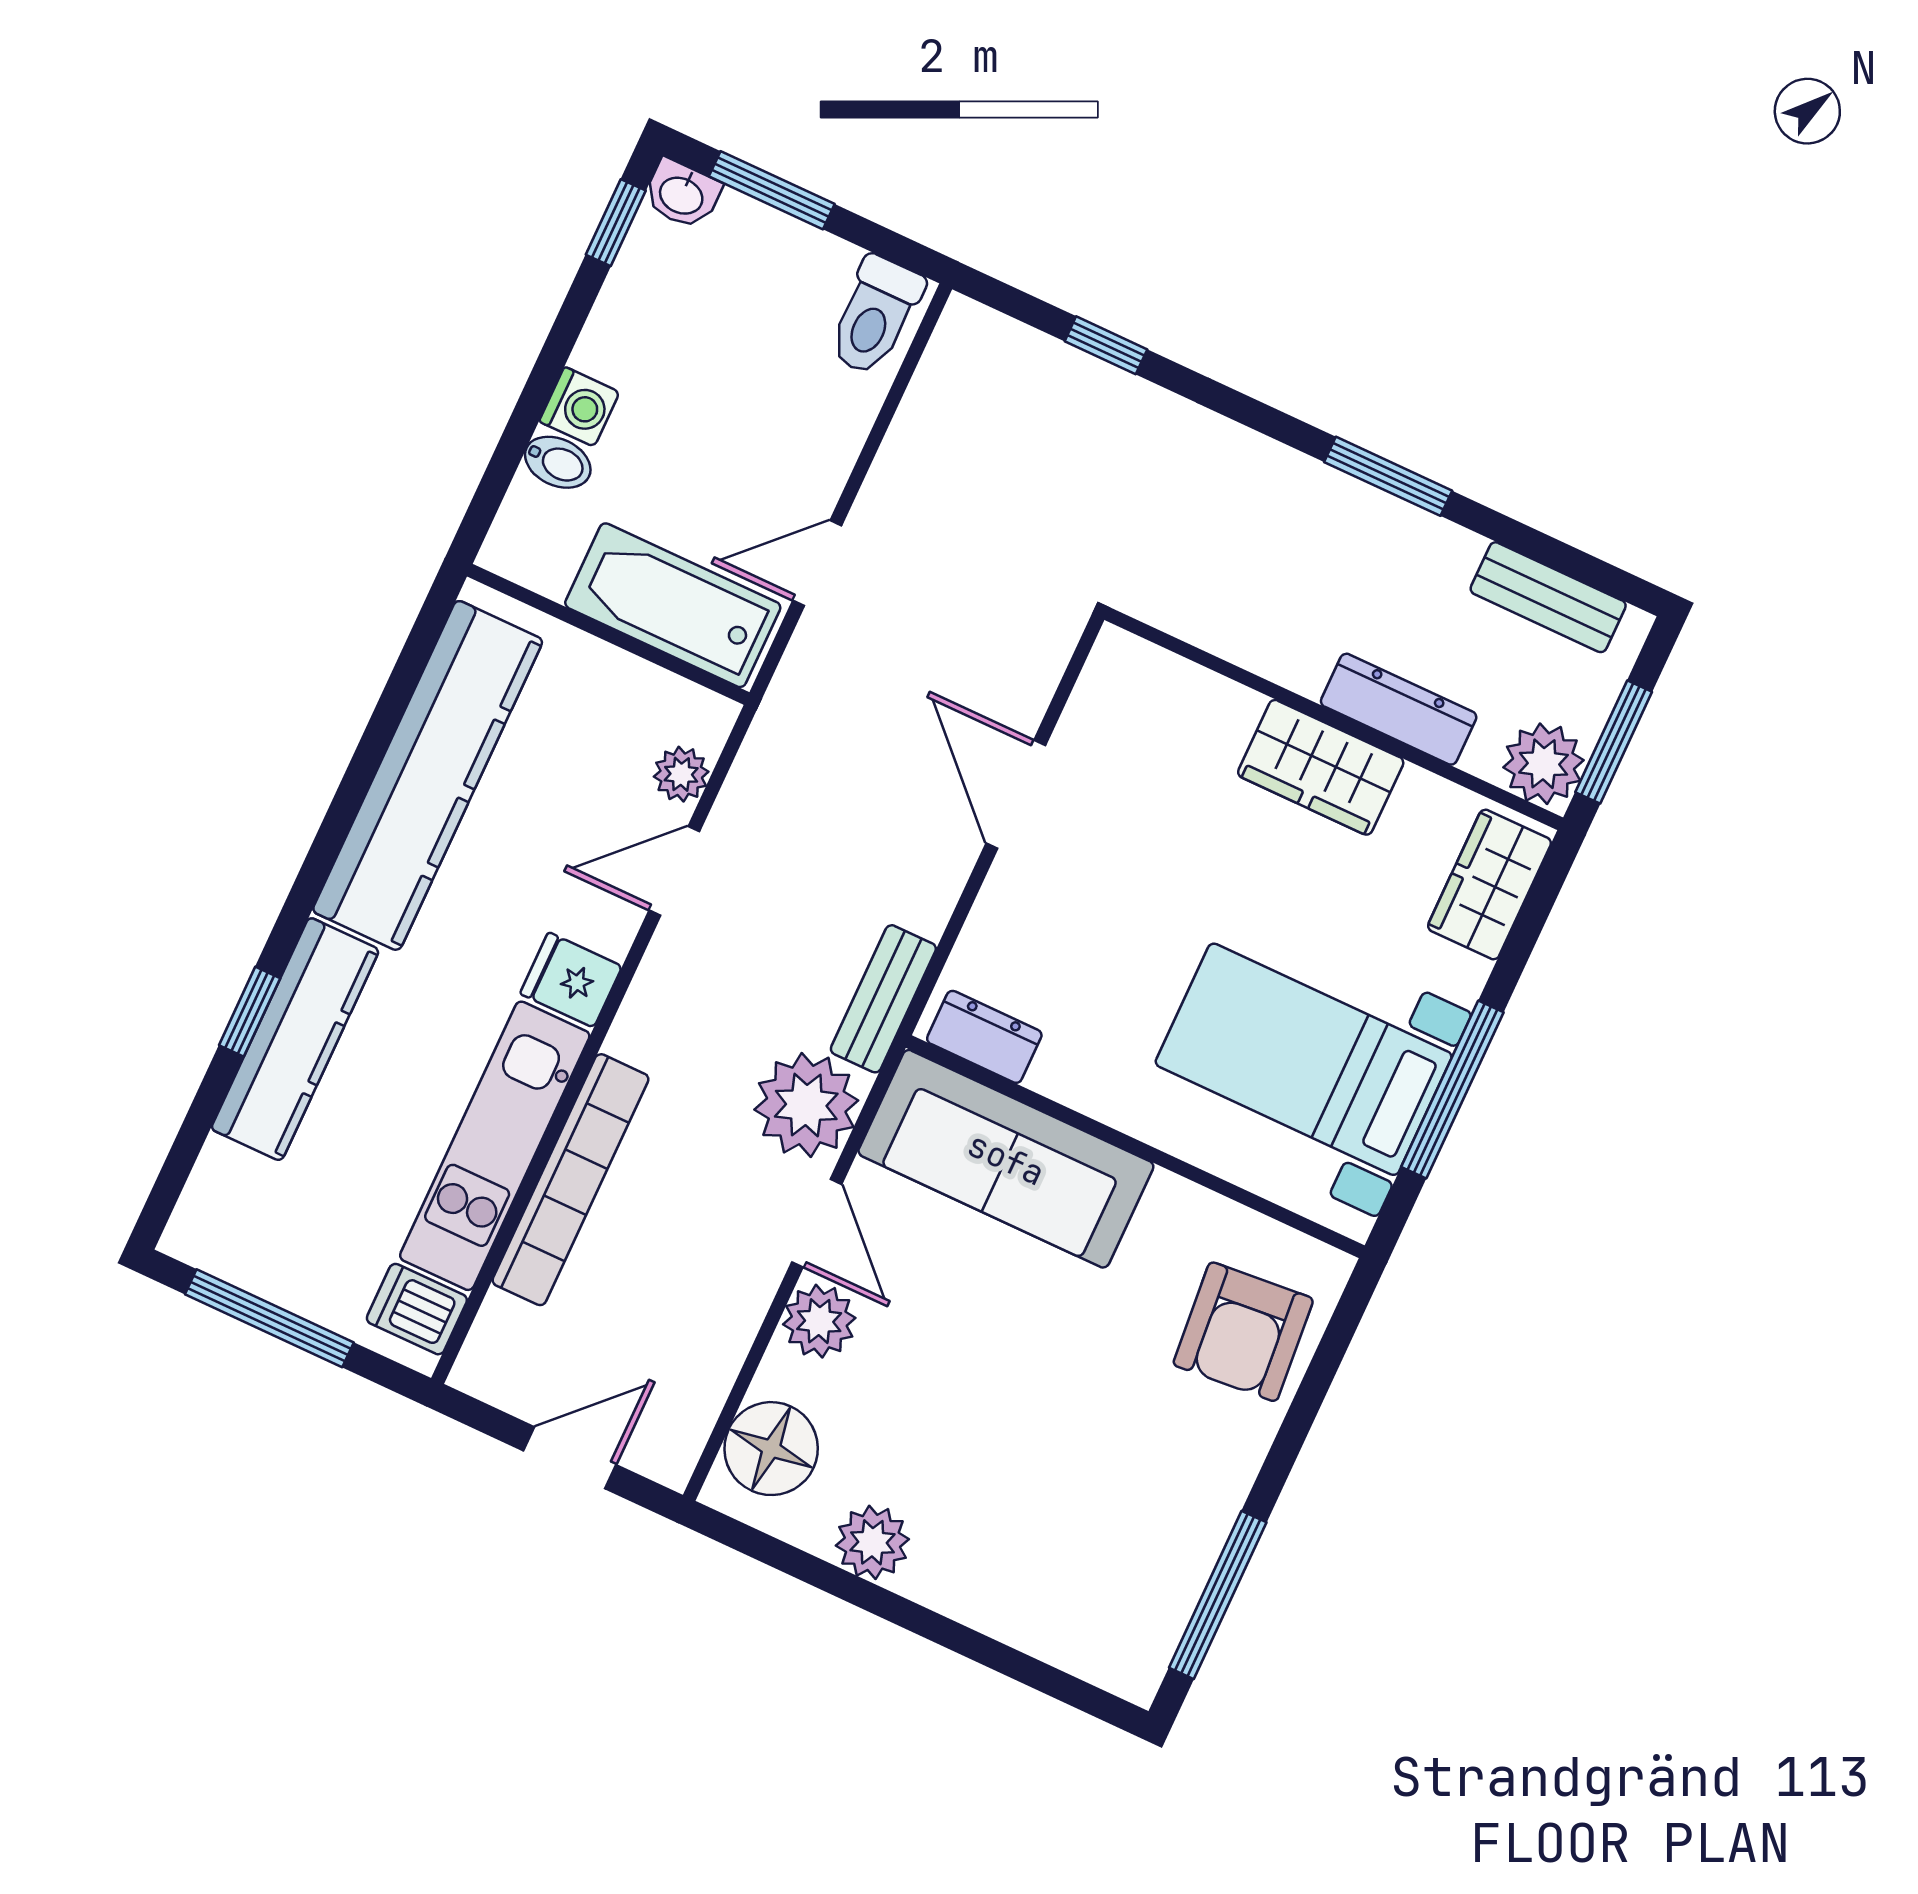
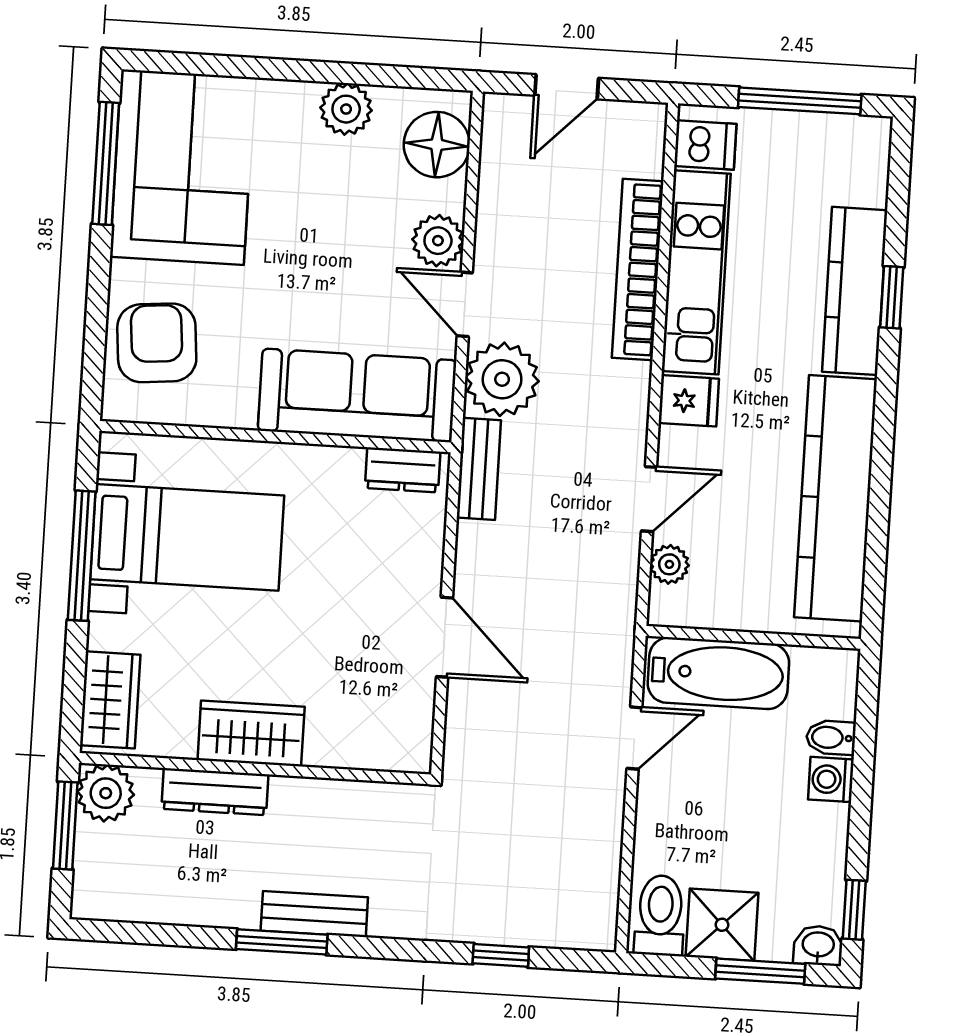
shower: (798, 271) -> (722, 925), added
bench: (1548, 597) -> (314, 914), moved
corner sofa: (1118, 1550) -> (182, 167), added

